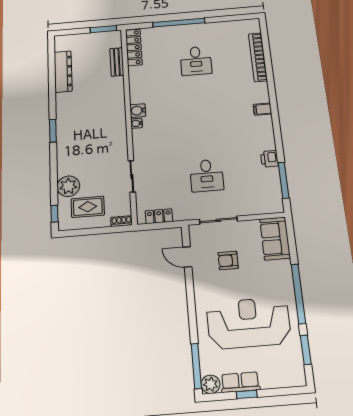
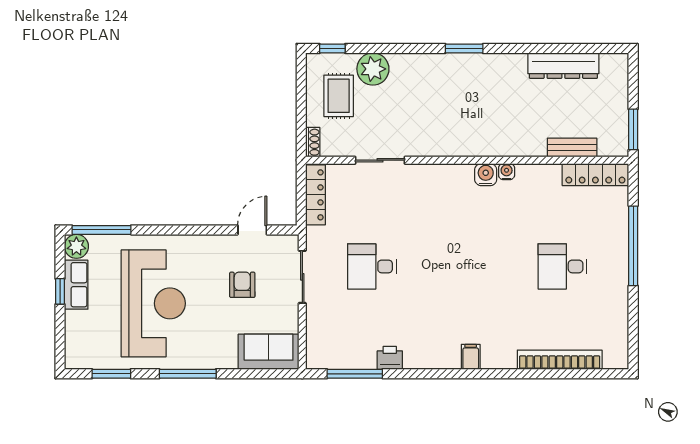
water cooler: (137, 123) -> (507, 172), moved
locker: (159, 216) -> (316, 195), width x1.53
window: (298, 294) -> (188, 374), width x0.68

